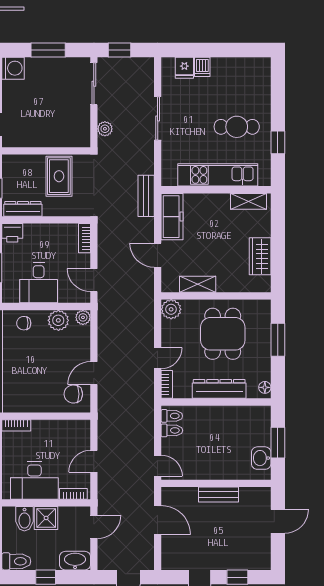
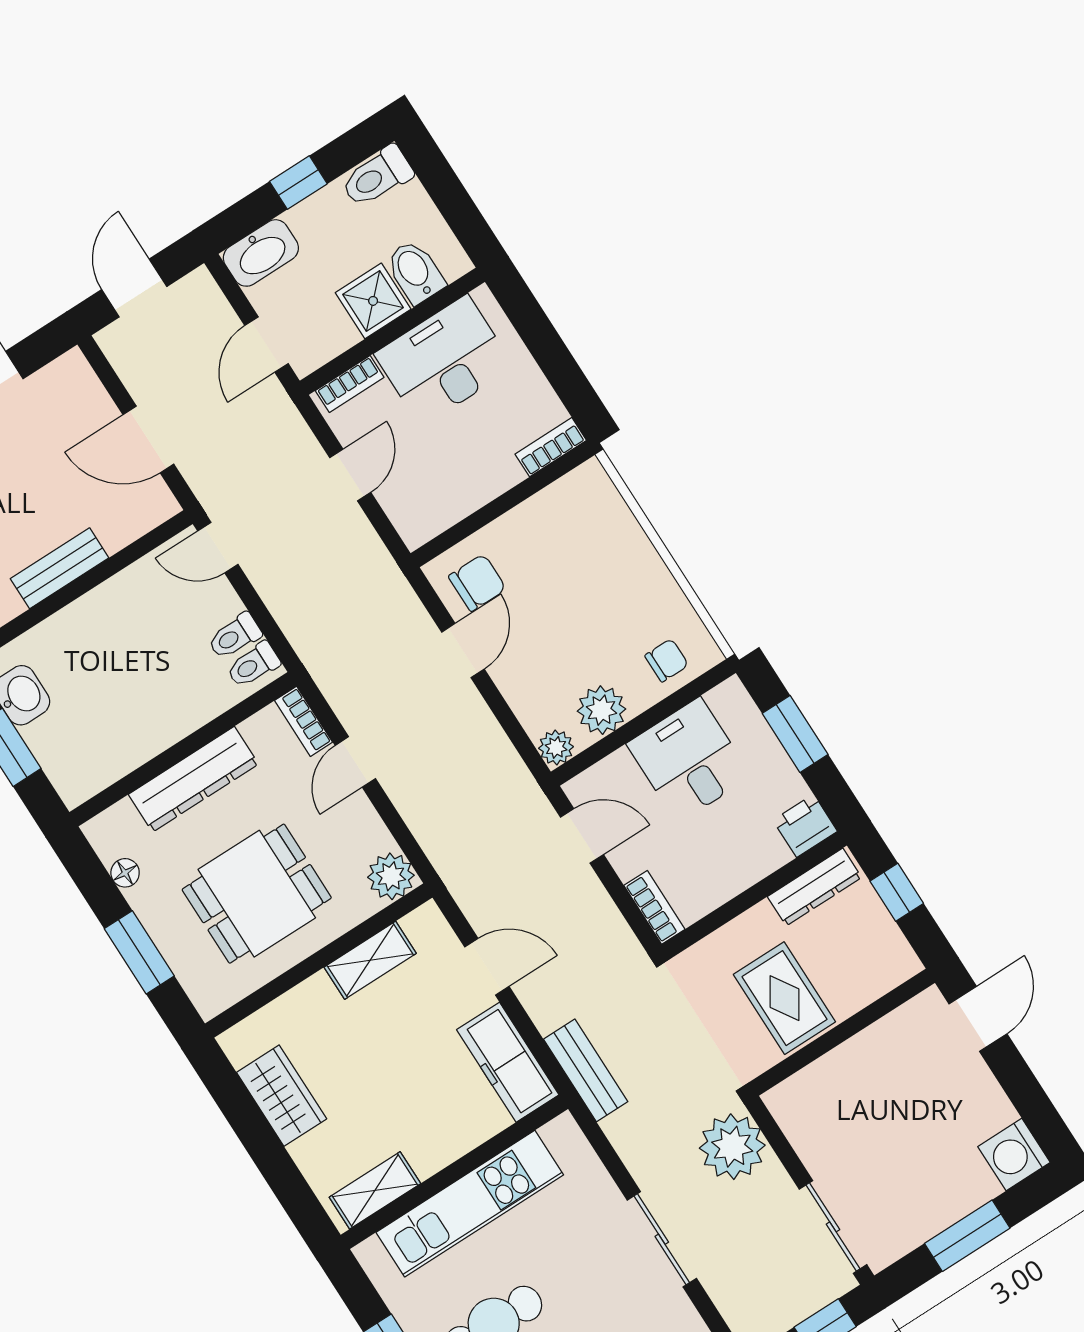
plant: (105, 129) -> (732, 1147), width x1.87, depth x1.87
dining table: (223, 334) -> (257, 894), turned 90
floor lamp: (265, 387) -> (125, 873), moved

